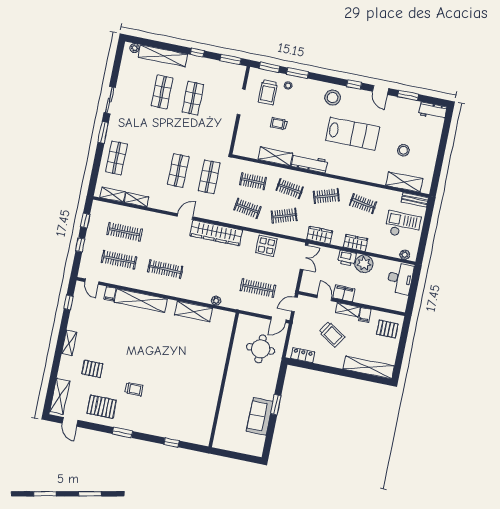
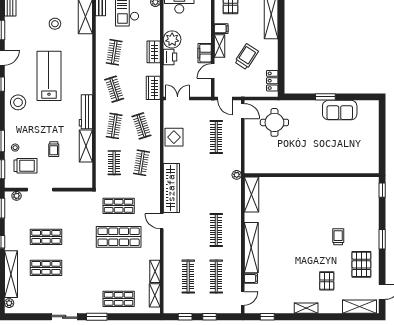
plant: (240, 77) -> (17, 196), added
shop shelf: (178, 170) -> (119, 237), width x1.43, depth x1.36
wall: (224, 380) -> (312, 175), moved

